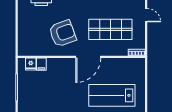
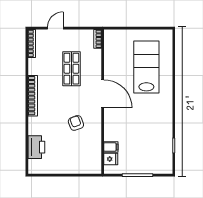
shop shelf: (110, 29) -> (71, 69), width x0.70, depth x0.74
armchair: (63, 33) -> (76, 123), width x0.53, depth x0.53
lab bench: (112, 95) -> (146, 67), turned 180

